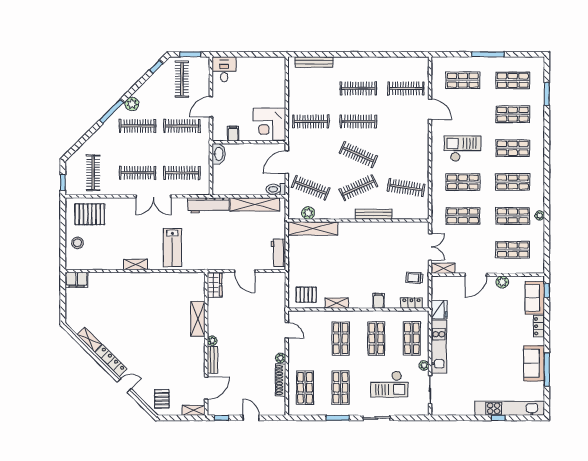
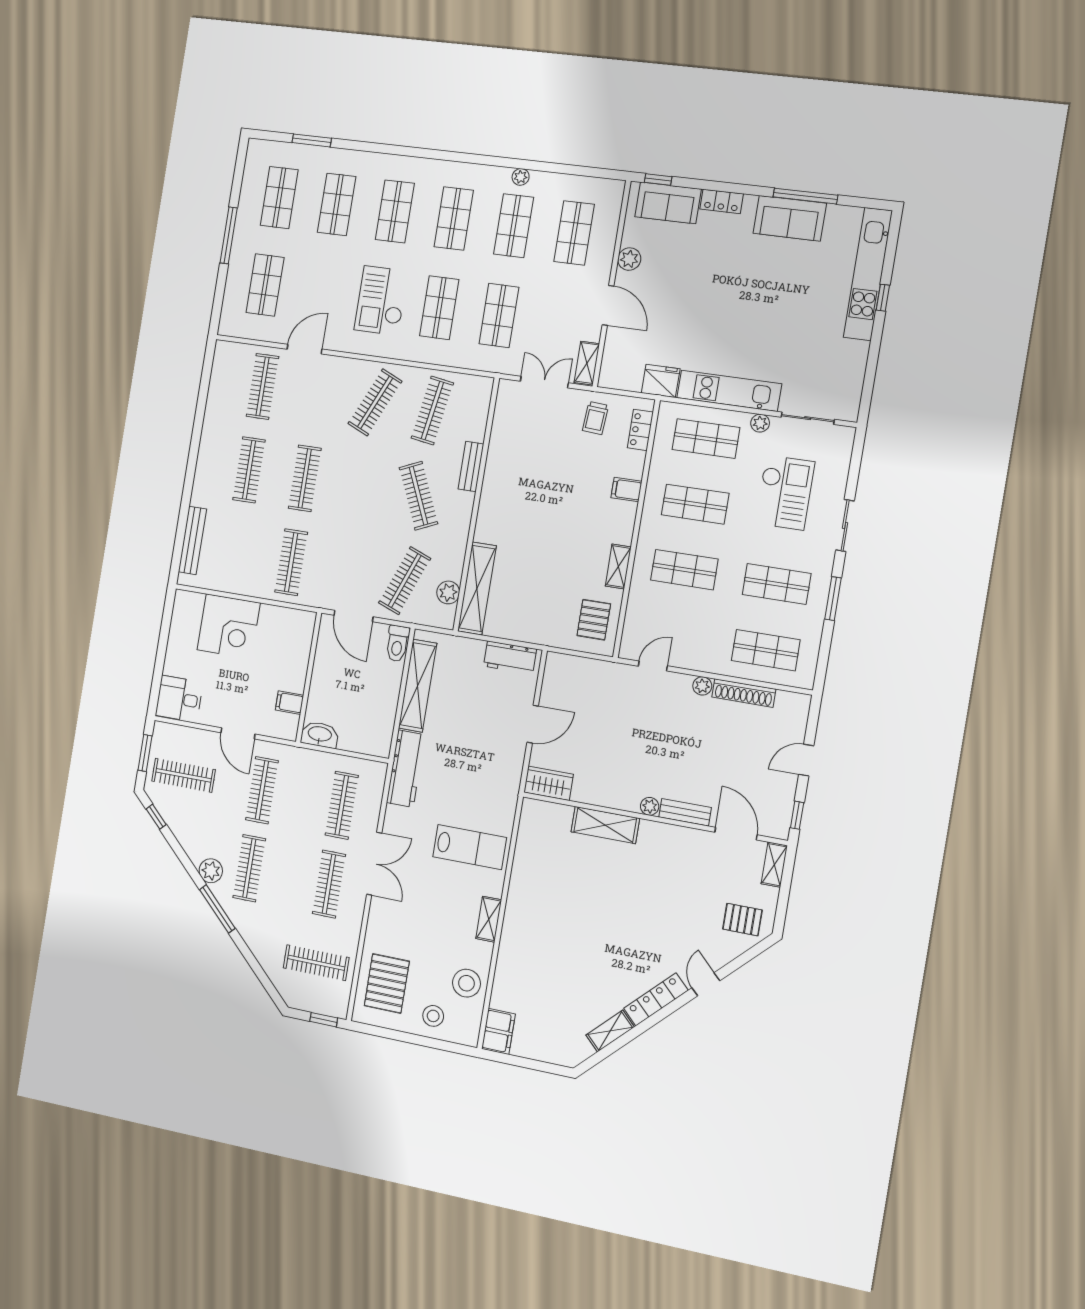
corner desk: (269, 124) -> (229, 626), moved
clothes rail: (358, 155) -> (375, 402), moved
bench: (374, 214) -> (471, 467), width x0.73
stool: (99, 258) -> (466, 983), added

